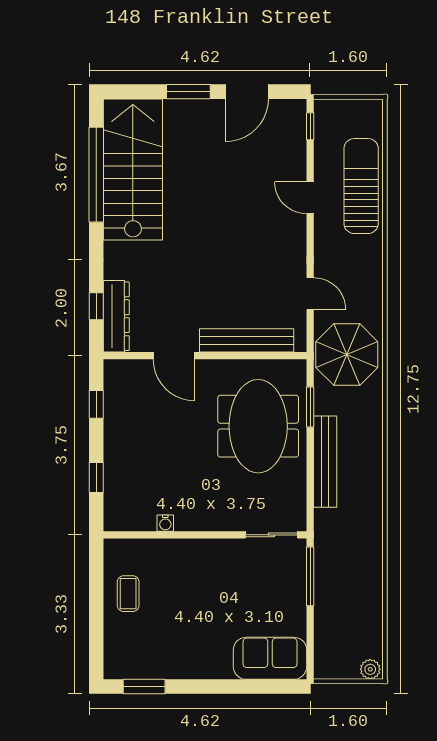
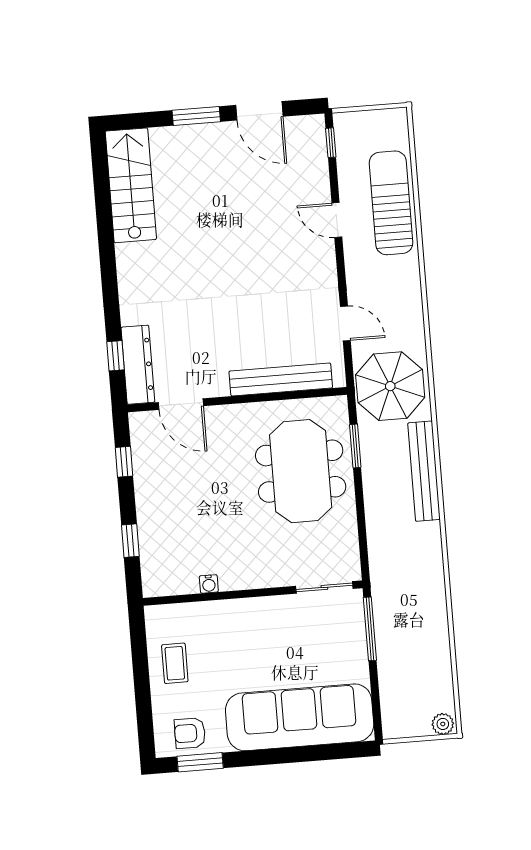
door: (247, 92) -> (259, 111), hinge flipped
stairs: (133, 169) -> (131, 185), width x0.73, depth x0.66
window: (96, 175) -> (104, 214), removed
door: (174, 356) -> (181, 404), moved
bench: (325, 462) -> (424, 471), moved
sofa: (270, 658) -> (300, 717), width x1.85, depth x1.27
armchair: (137, 659) -> (190, 733), added

